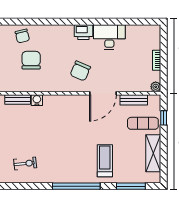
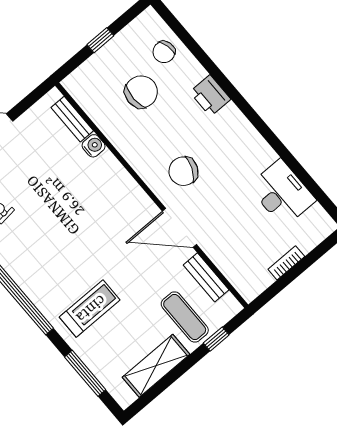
printer: (83, 32) -> (210, 96), moved
desk: (109, 37) -> (282, 193), moved
plant: (156, 87) -> (249, 292), removed

